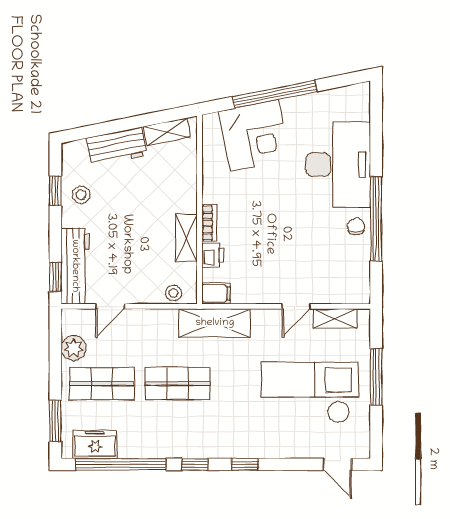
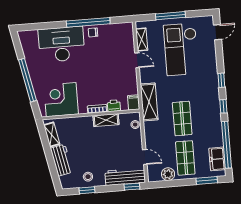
corner desk: (254, 135) -> (61, 100), moved, turned -79

